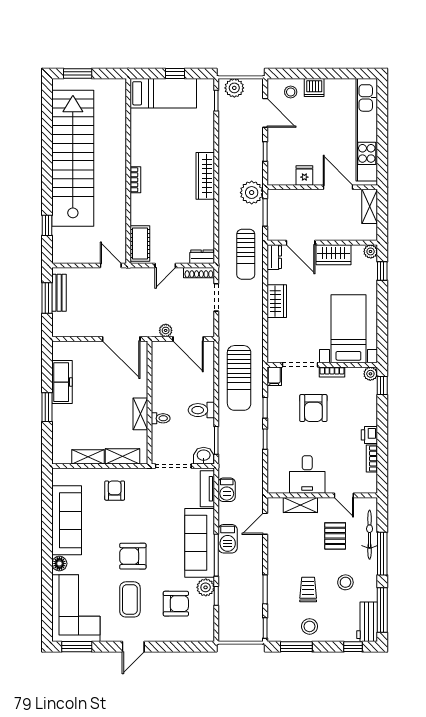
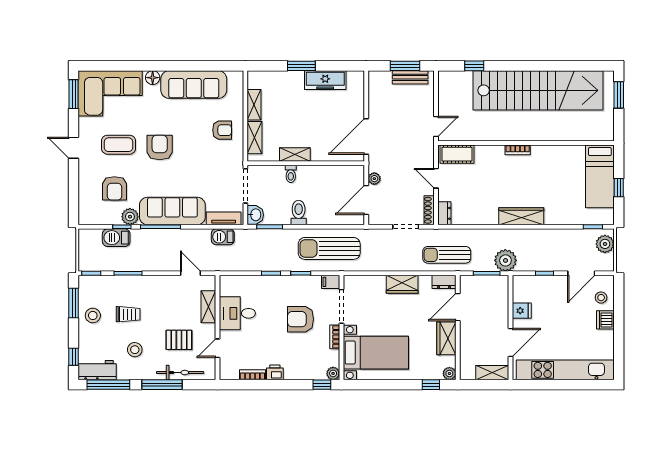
barbecue: (228, 539) -> (116, 238), moved

